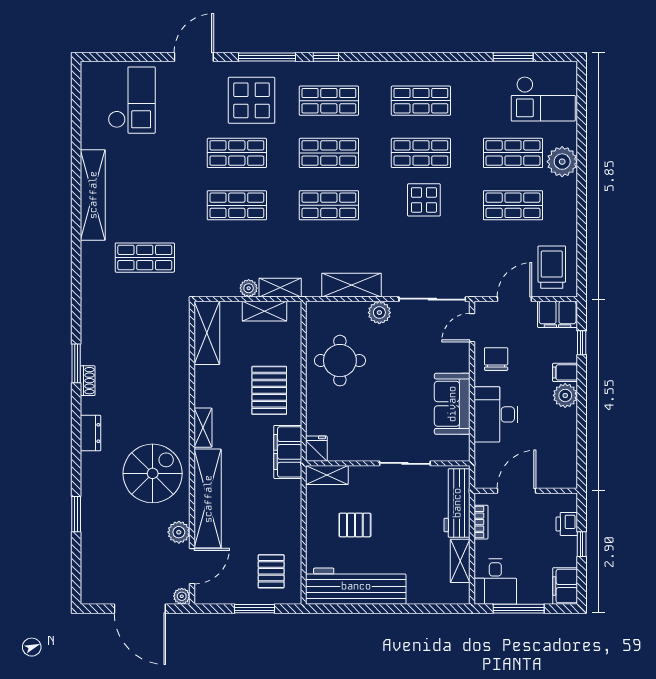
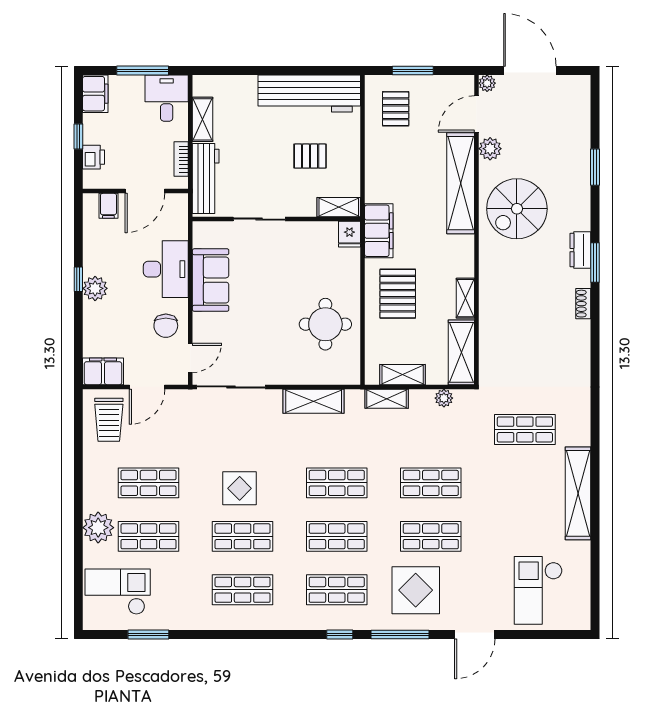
plant: (249, 288) -> (444, 398), moved
plant: (379, 313) -> (285, 373), removed
window: (582, 343) -> (78, 279), moved
window: (76, 363) -> (595, 263), moved
filing cabinet: (565, 372) -> (108, 206), moved, turned 90
shelving: (203, 428) -> (465, 298), moved

